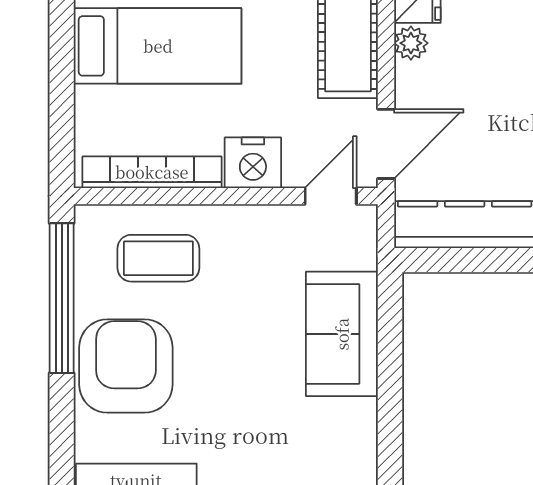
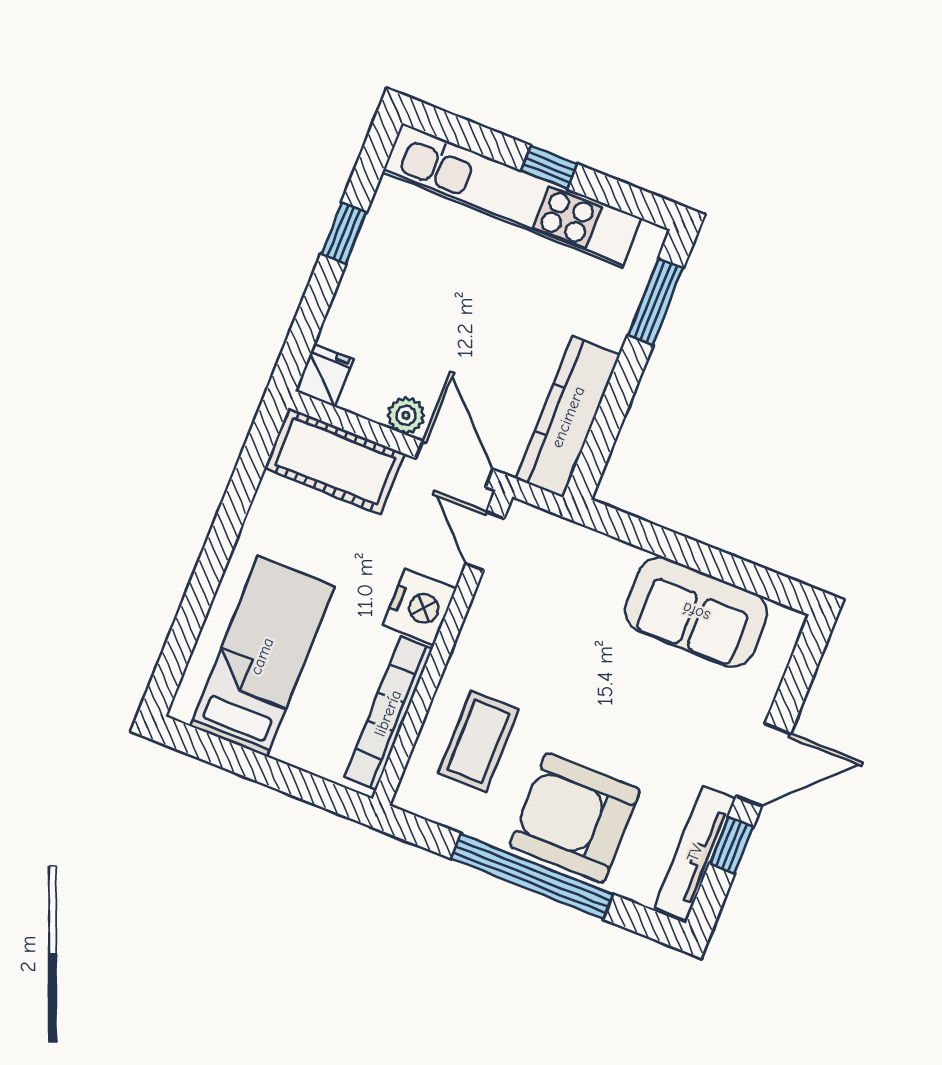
plant: (411, 43) -> (406, 415), moved
window: (62, 298) -> (532, 876), moved
sofa: (342, 334) -> (696, 612), moved

